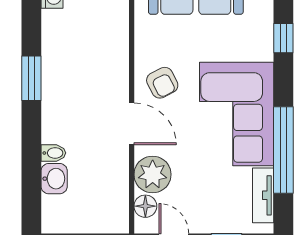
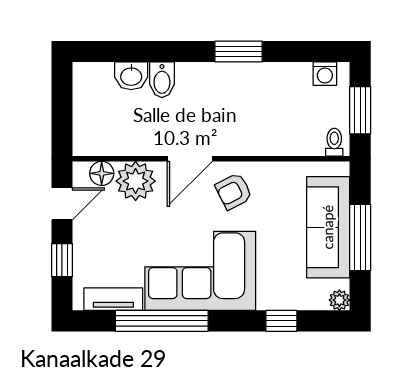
bidet: (53, 153) -> (162, 80), width x1.38, depth x1.36

